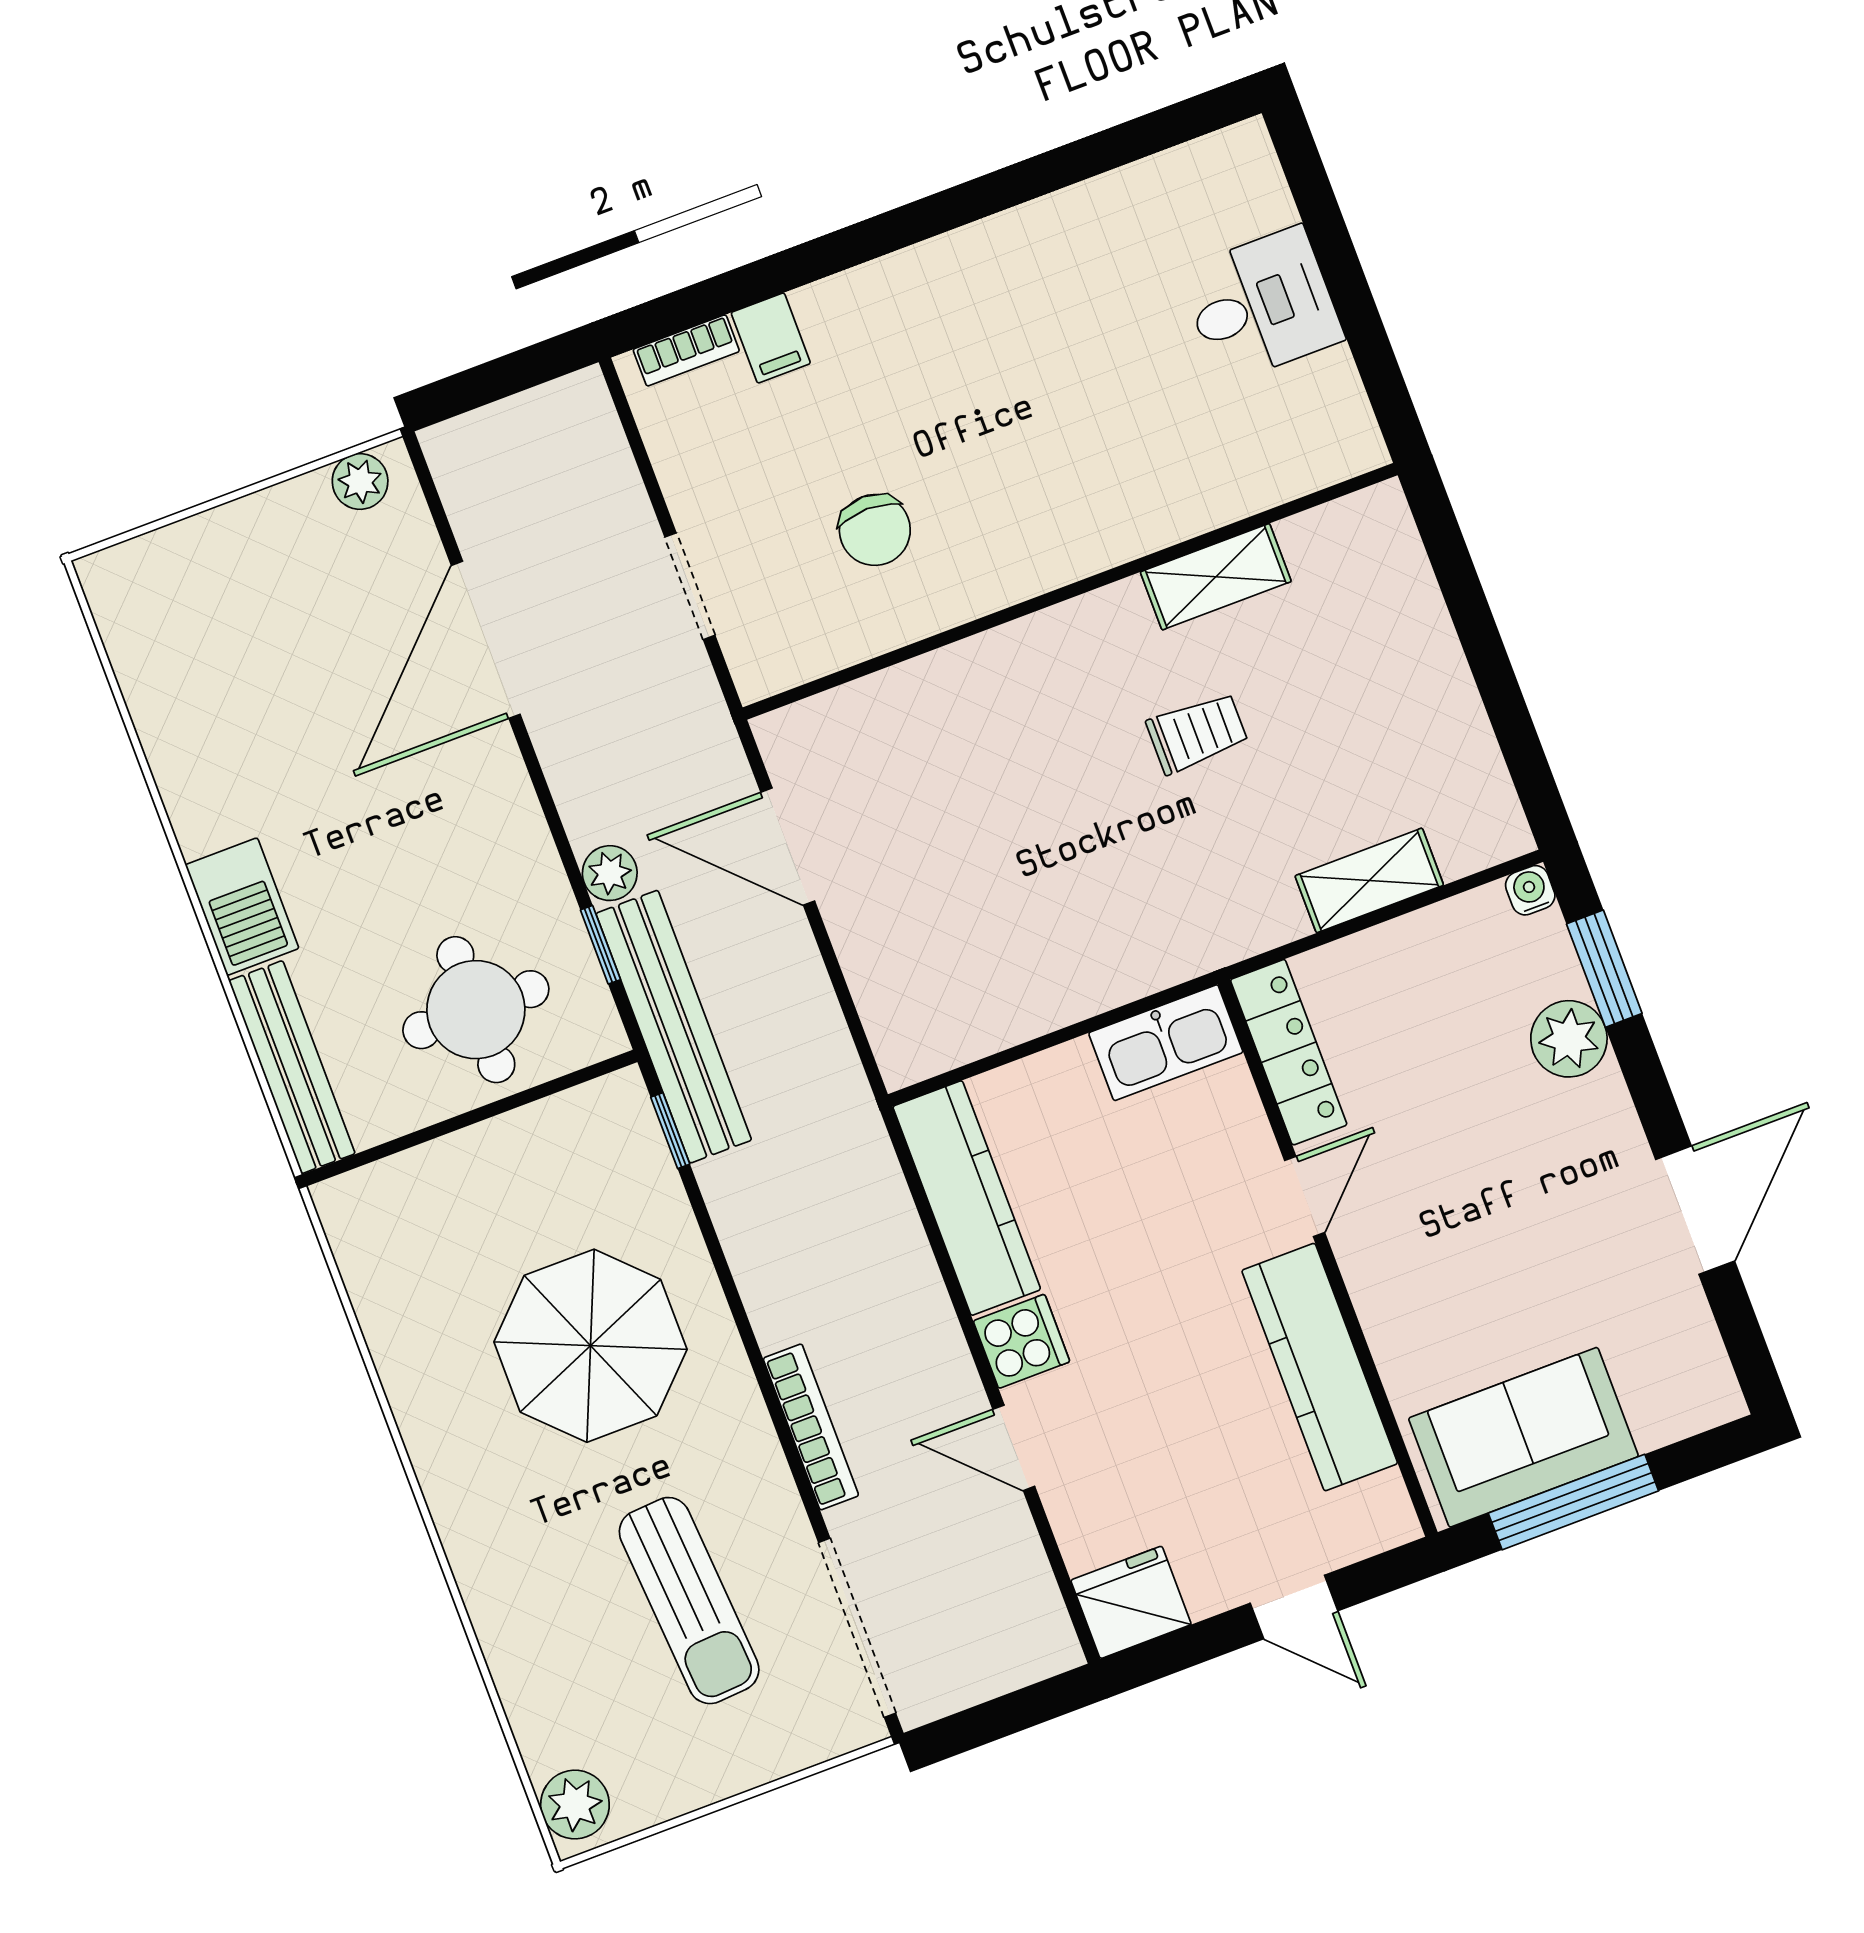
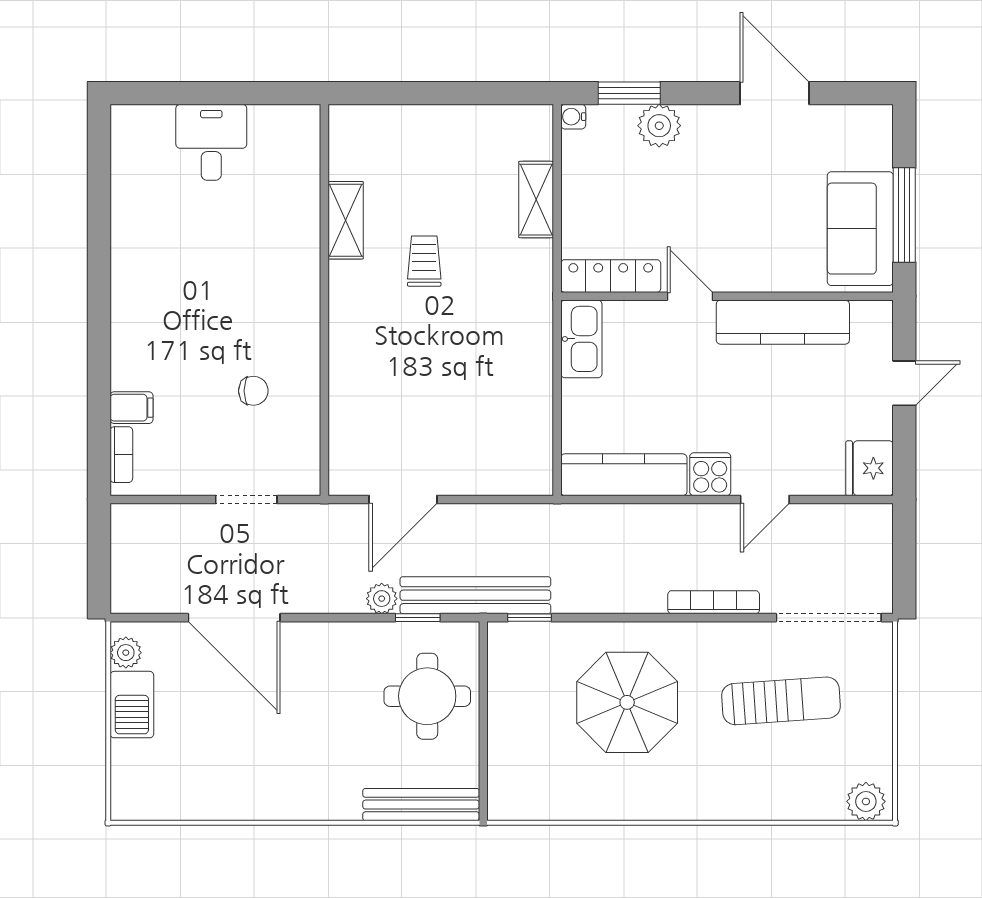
chair: (875, 530) -> (253, 391), width x0.73, depth x0.73
barbecue: (242, 907) -> (132, 705), moved, turned 90

